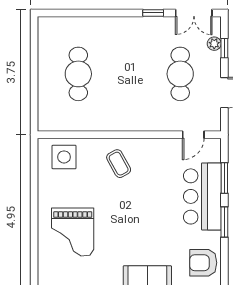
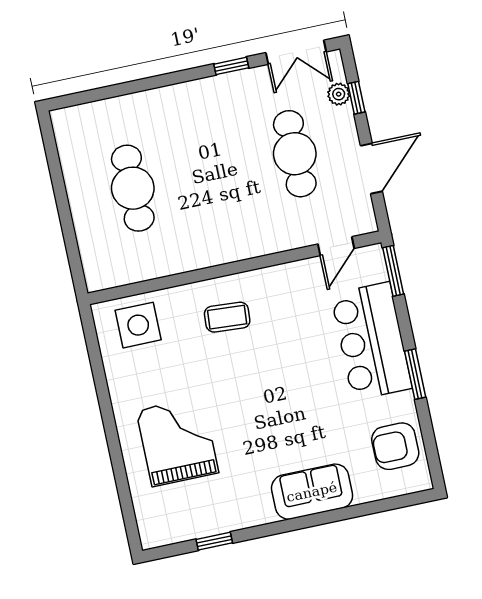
coffee table: (119, 164) -> (227, 317), turned -57
window: (224, 178) -> (393, 271), moved
grand piano: (73, 232) -> (177, 441), turned 180

